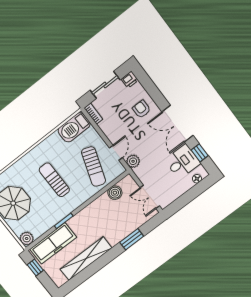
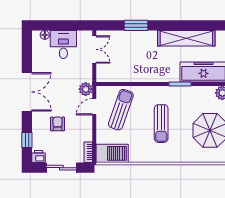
armchair: (141, 109) -> (58, 124), moved, turned 180
window: (200, 153) -> (27, 140), moved
desk: (182, 162) -> (63, 45), moved, turned 90
boiler: (115, 193) -> (120, 75), removed

